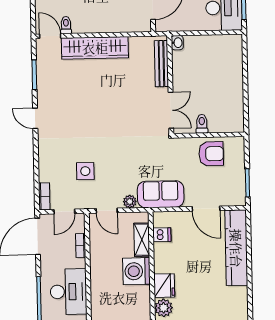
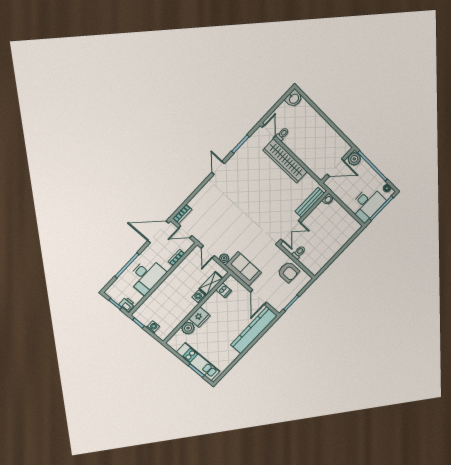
side table: (85, 171) -> (217, 221), removed
washing machine: (136, 271) -> (199, 297), width x0.53, depth x0.53

